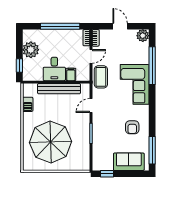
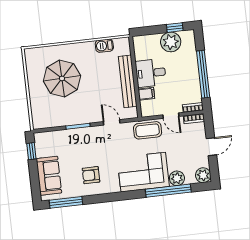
plant: (143, 57) -> (177, 178), added
window: (19, 65) -> (175, 28), moved
parasol: (51, 142) -> (62, 78), width x0.73, depth x0.73

